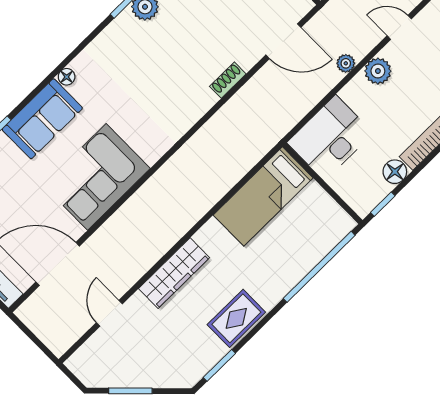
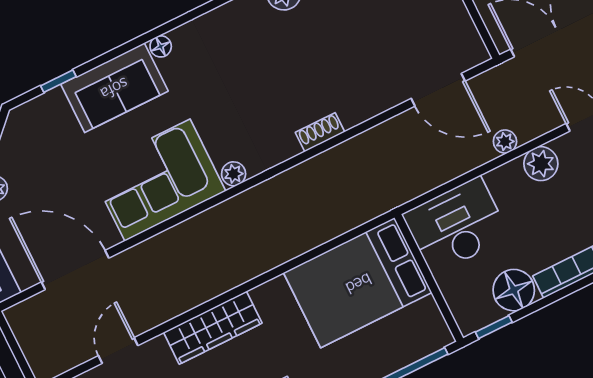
shoe rack: (228, 80) -> (320, 132), moved
plant: (152, 154) -> (234, 174), added
floor lamp: (395, 172) -> (514, 290), width x1.38, depth x1.38
bed: (263, 196) -> (358, 283), width x1.50

